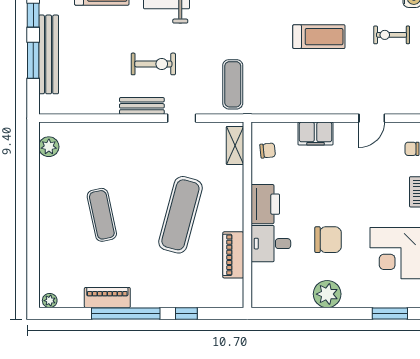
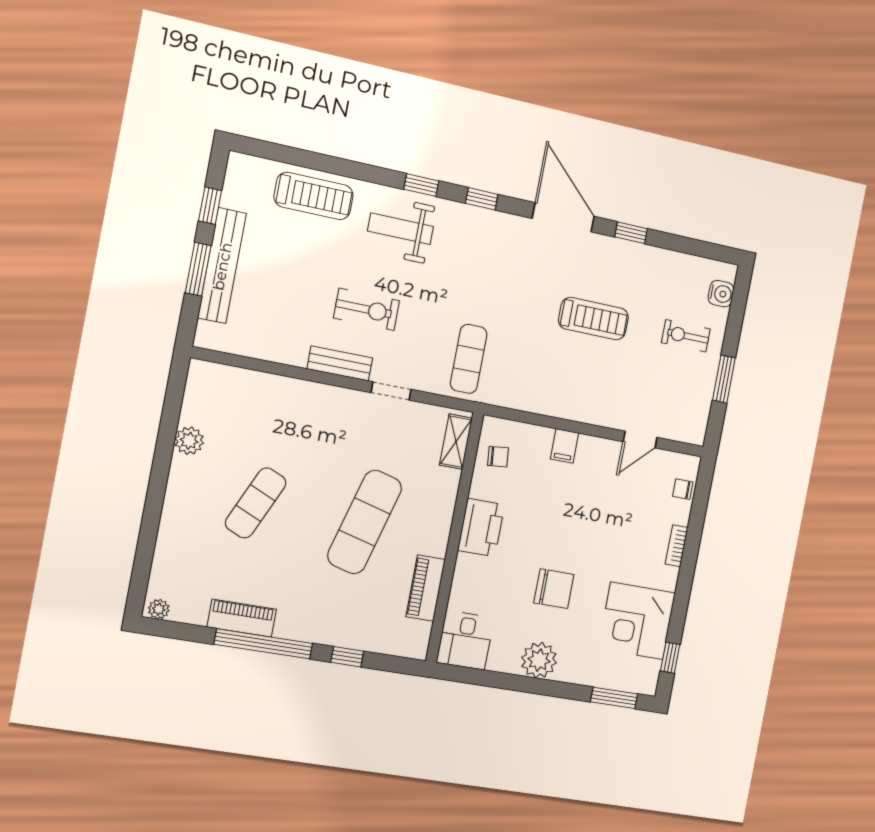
filing cabinet: (316, 134) -> (565, 446), width x0.50
plant: (49, 147) -> (189, 441), moved
exercise mat: (102, 215) -> (256, 503), turned 36
desk: (271, 244) -> (465, 640), moved, turned -90

